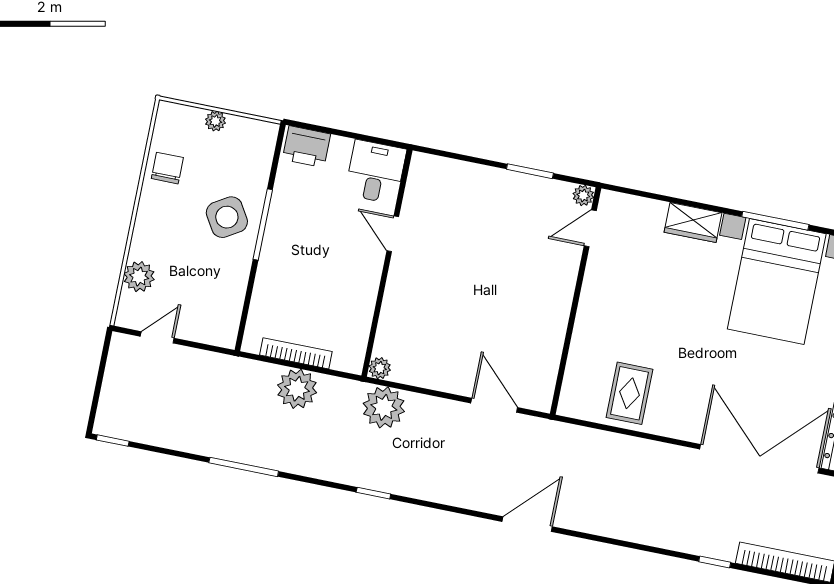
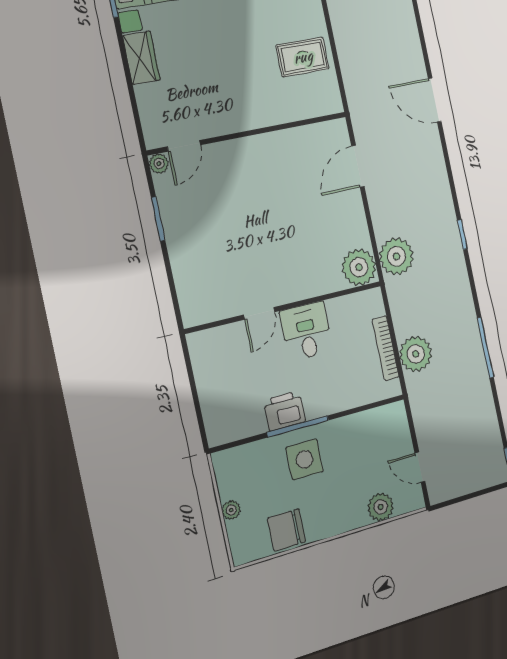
printer: (306, 147) -> (285, 411), moved, turned -90
chair: (167, 168) -> (286, 530), width x1.37, depth x1.37
desk: (376, 172) -> (306, 331), moved, turned 90
side table: (227, 217) -> (305, 459), turned 31
door: (590, 228) -> (184, 146), hinge flipped
plant: (380, 368) -> (359, 267), width x1.87, depth x1.87
plant: (297, 389) -> (416, 354), moved

